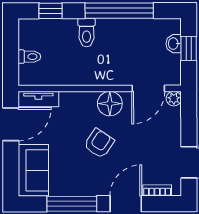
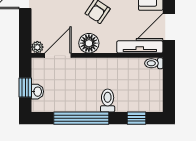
toilet: (29, 57) -> (154, 63), moved
tv unit: (38, 99) -> (140, 47), width x1.41

